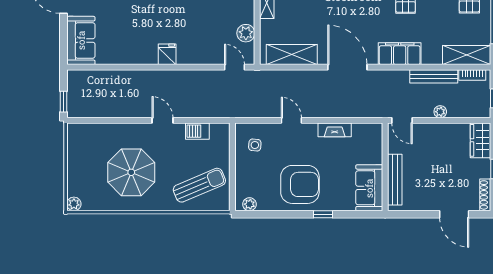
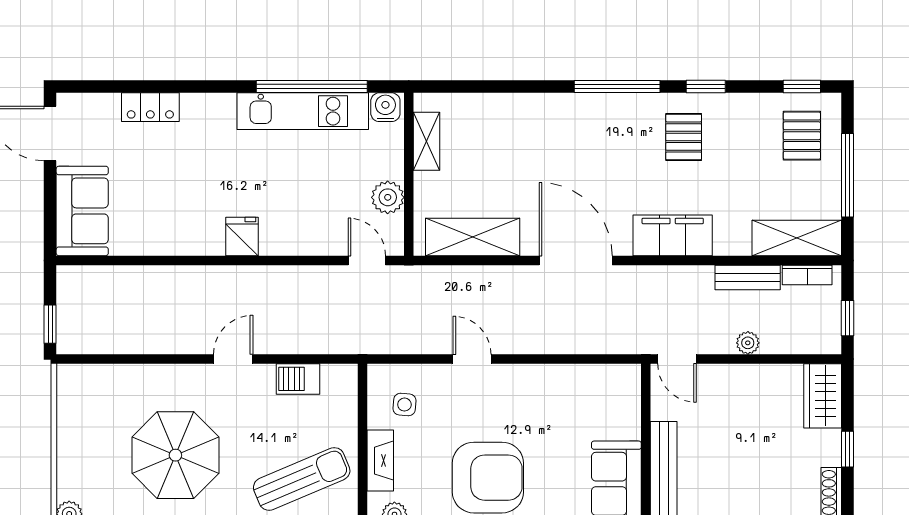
bench: (434, 76) -> (748, 277), width x0.73
door: (162, 120) -> (233, 359), hinge flipped
fireplace: (335, 130) -> (380, 461), moved, turned -90

